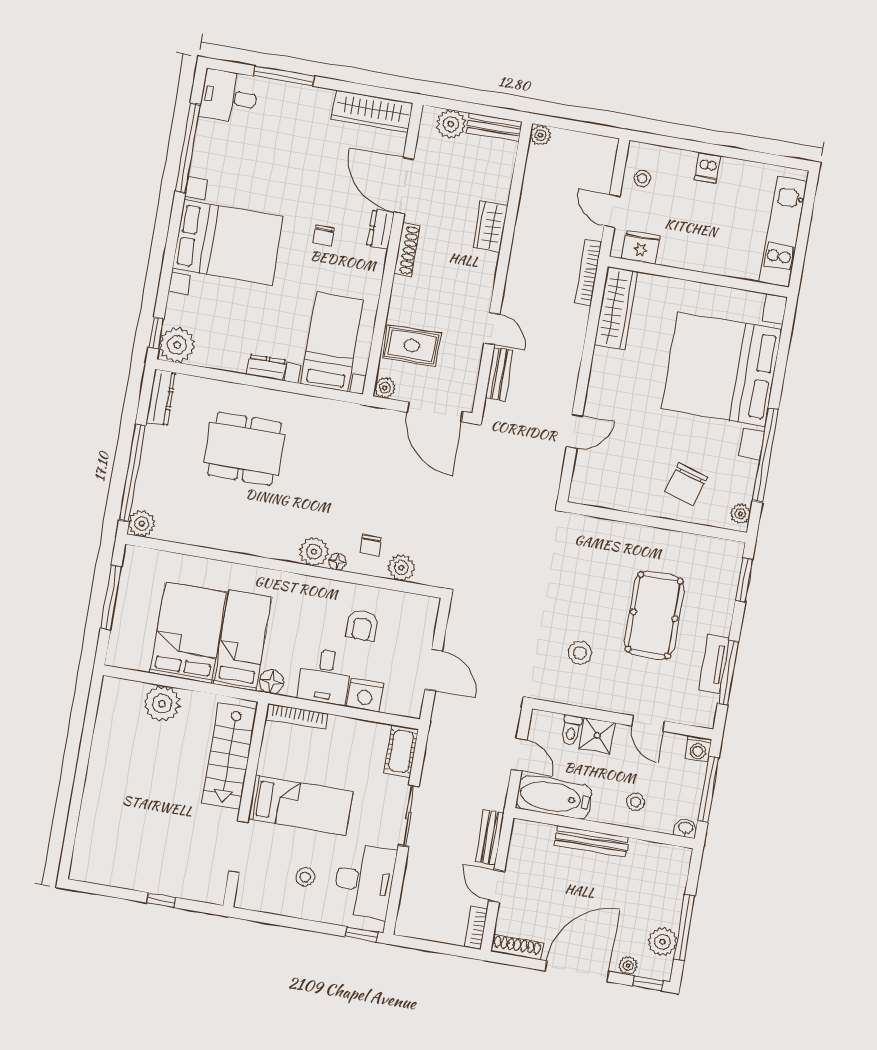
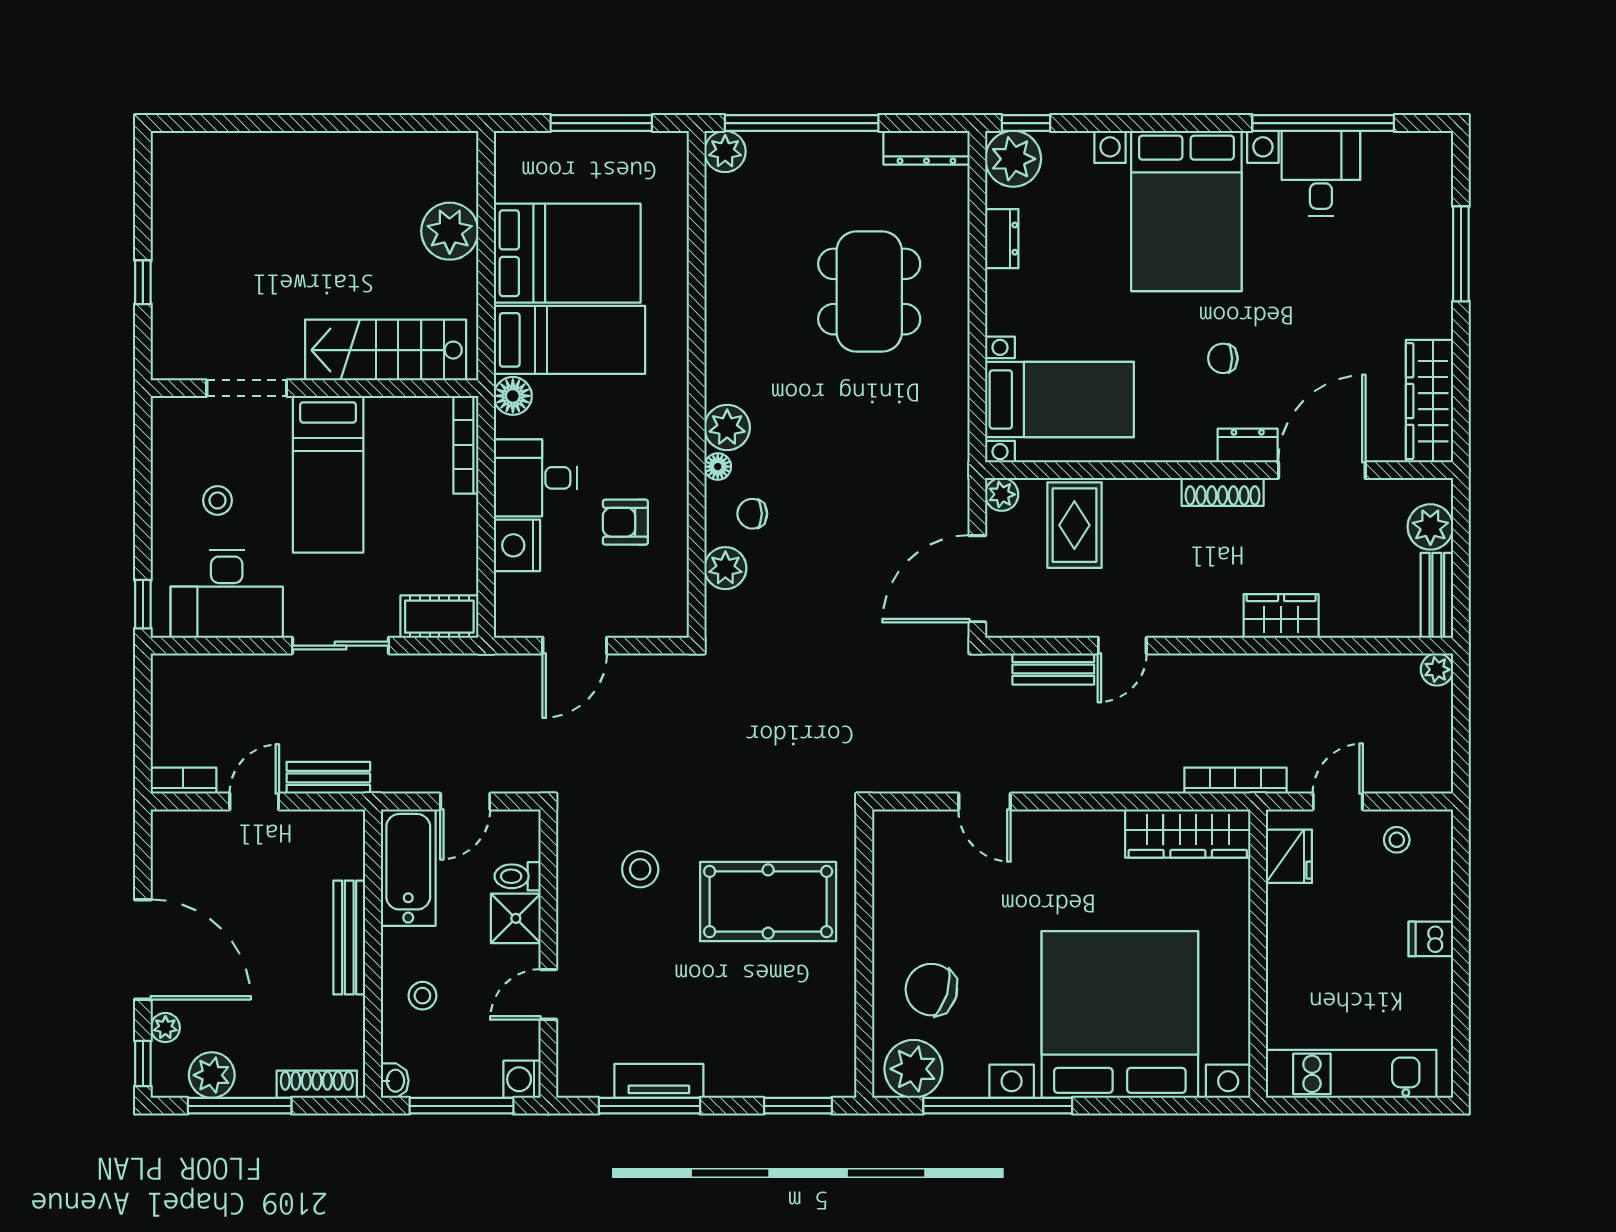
desk: (229, 97) -> (1321, 173), moved
dresser: (266, 367) -> (1002, 239), moved
plant: (740, 514) -> (913, 1069), width x1.88, depth x1.88
pool table: (654, 615) -> (768, 902), moved
shoe rack: (517, 947) -> (317, 1084), moved, turned -90

